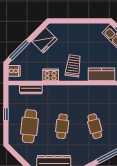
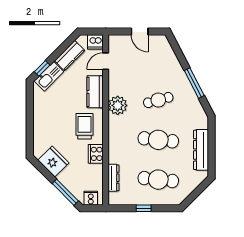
trolley: (73, 66) -> (85, 126), turned 82
plant: (90, 93) -> (118, 105), added
cafe table: (62, 126) -> (158, 140), width x1.37, depth x1.35

